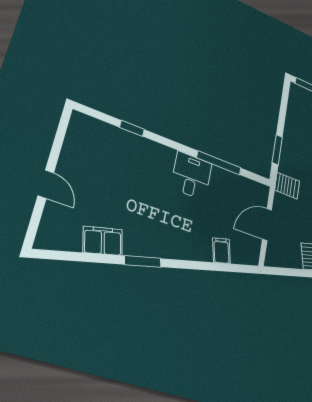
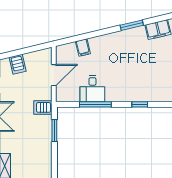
window: (132, 128) -> (140, 104), moved
desk: (191, 176) -> (92, 89), moved

